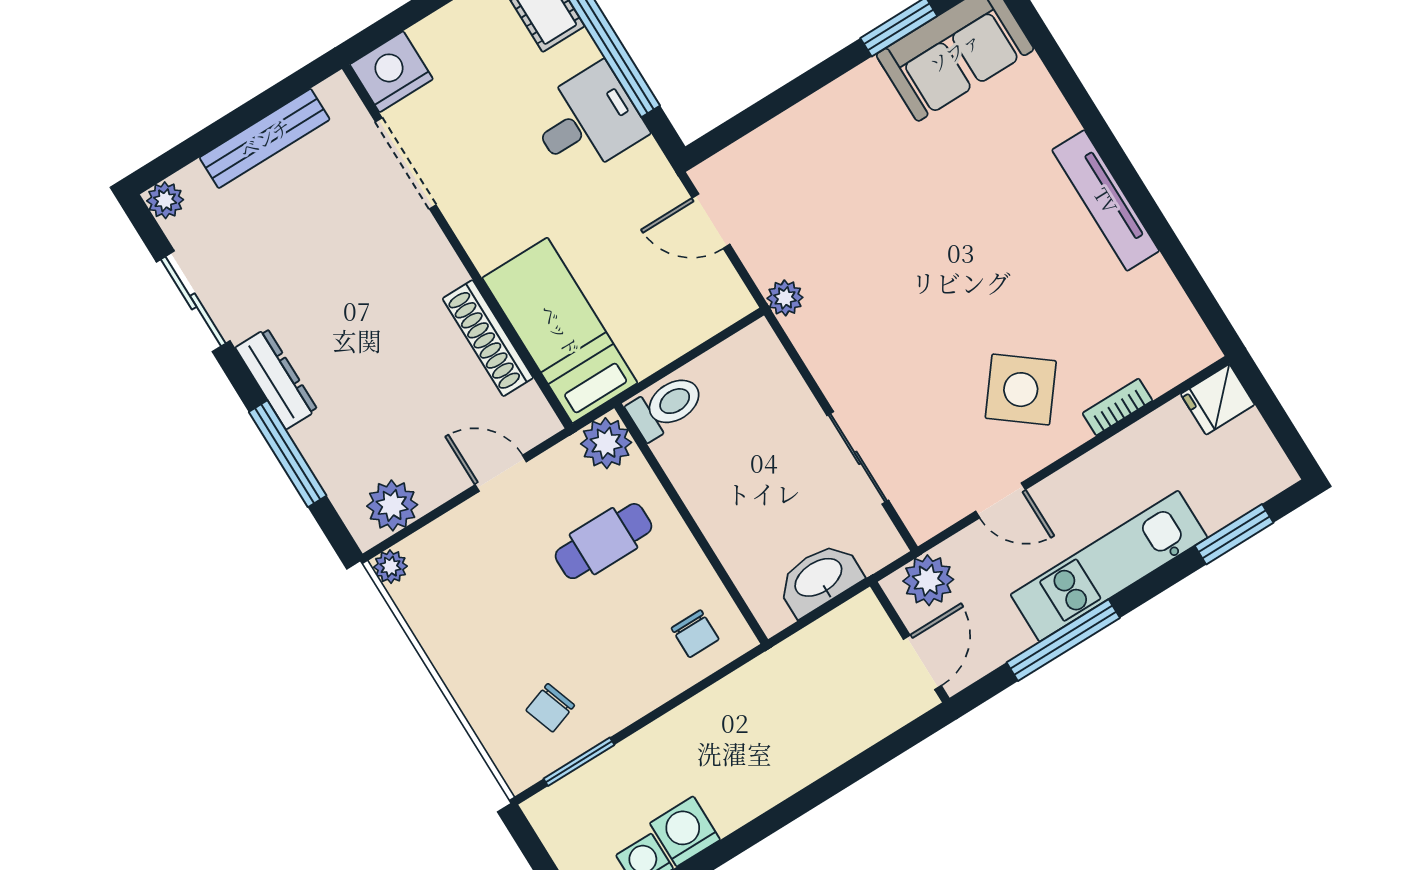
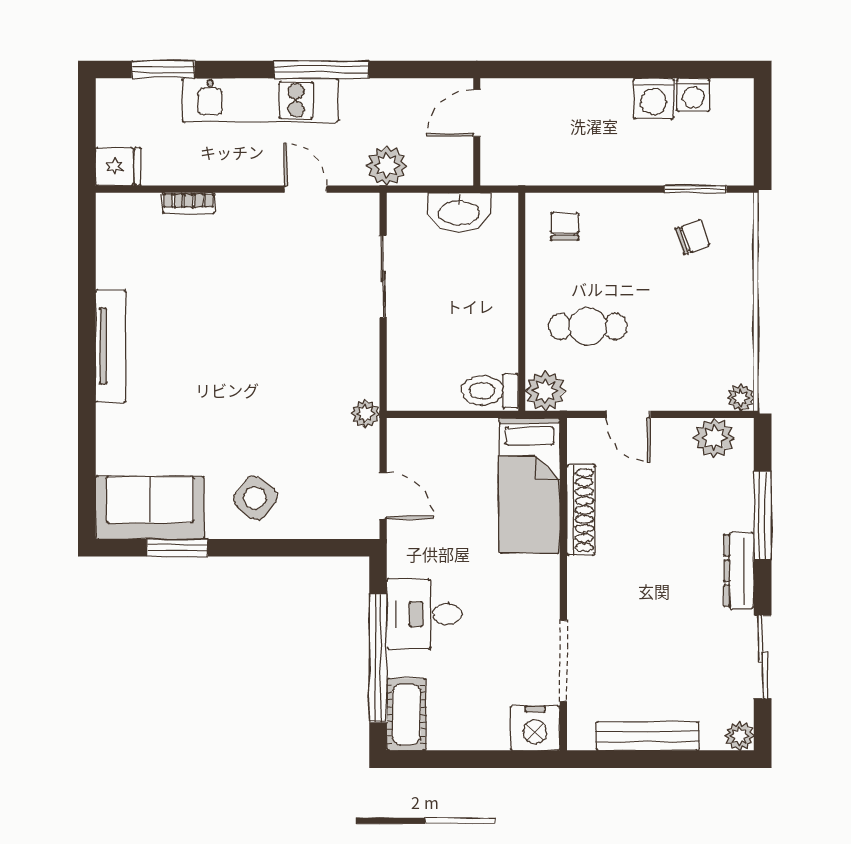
side table: (1021, 390) -> (255, 498), moved, width x0.73, depth x0.73
wall: (910, 642) -> (477, 132), moved
door: (922, 662) -> (477, 113), moved

